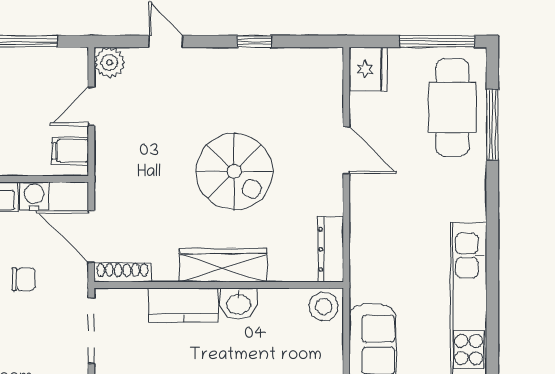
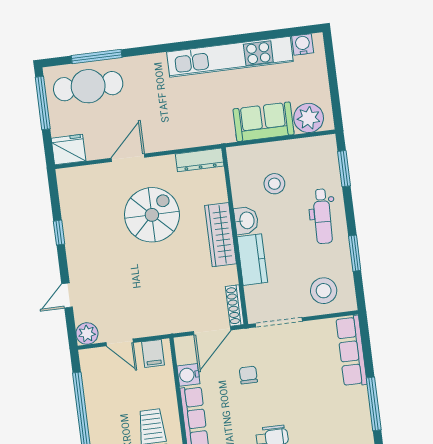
spiral stairs: (234, 171) -> (152, 215), moved
stool: (324, 307) -> (274, 184), moved

